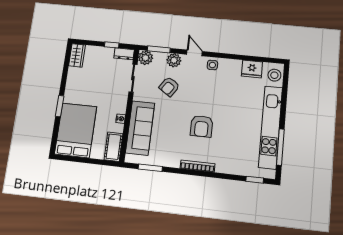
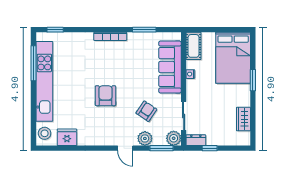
wardrobe: (77, 55) -> (243, 119), moved
side table: (212, 65) -> (106, 137), removed
armchair: (202, 126) -> (105, 96), moved
window: (150, 168) -> (144, 30), moved

